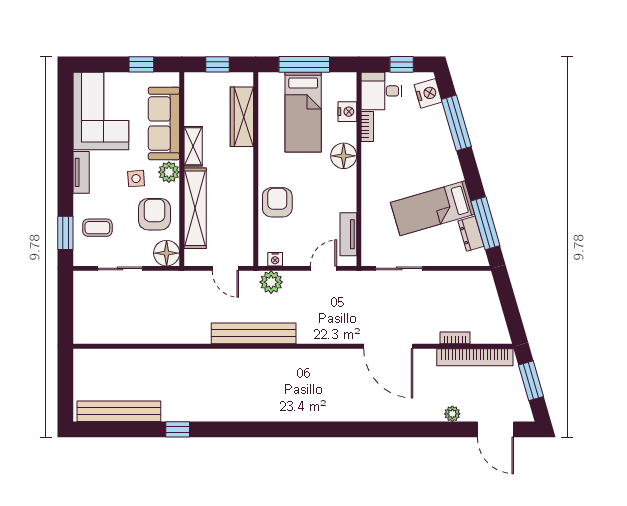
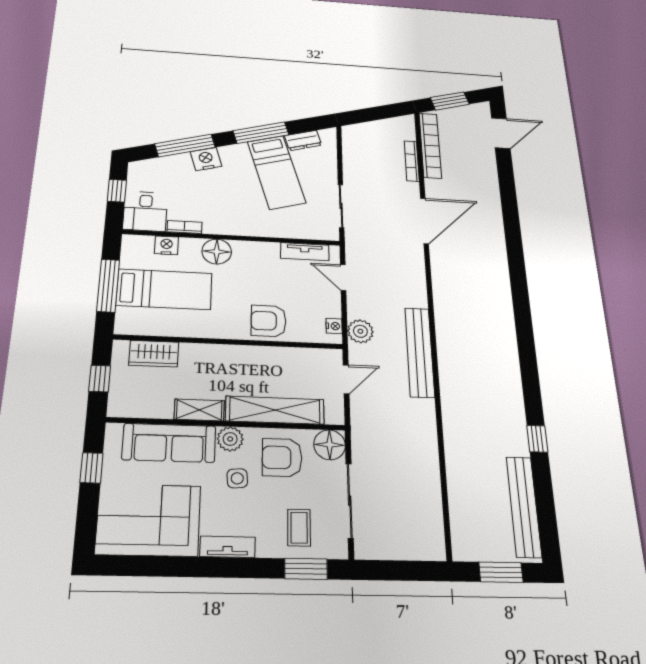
nightstand: (428, 93) -> (206, 159), moved
wardrobe: (242, 117) -> (154, 354), width x0.67
window: (485, 223) -> (261, 133), moved
sliding door: (120, 268) -> (350, 501), width x1.37
bookcase: (455, 338) -> (412, 161), width x1.56
window: (65, 387) -> (501, 572), added
plant: (452, 414) -> (489, 168), removed

